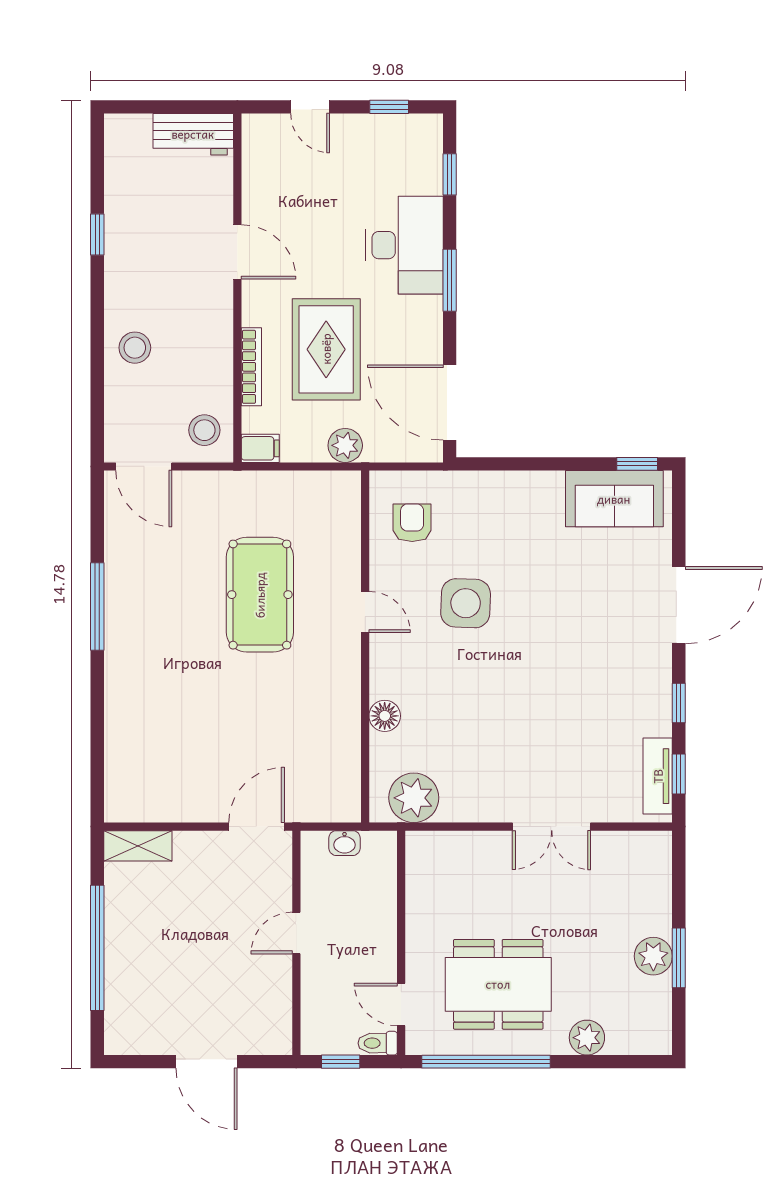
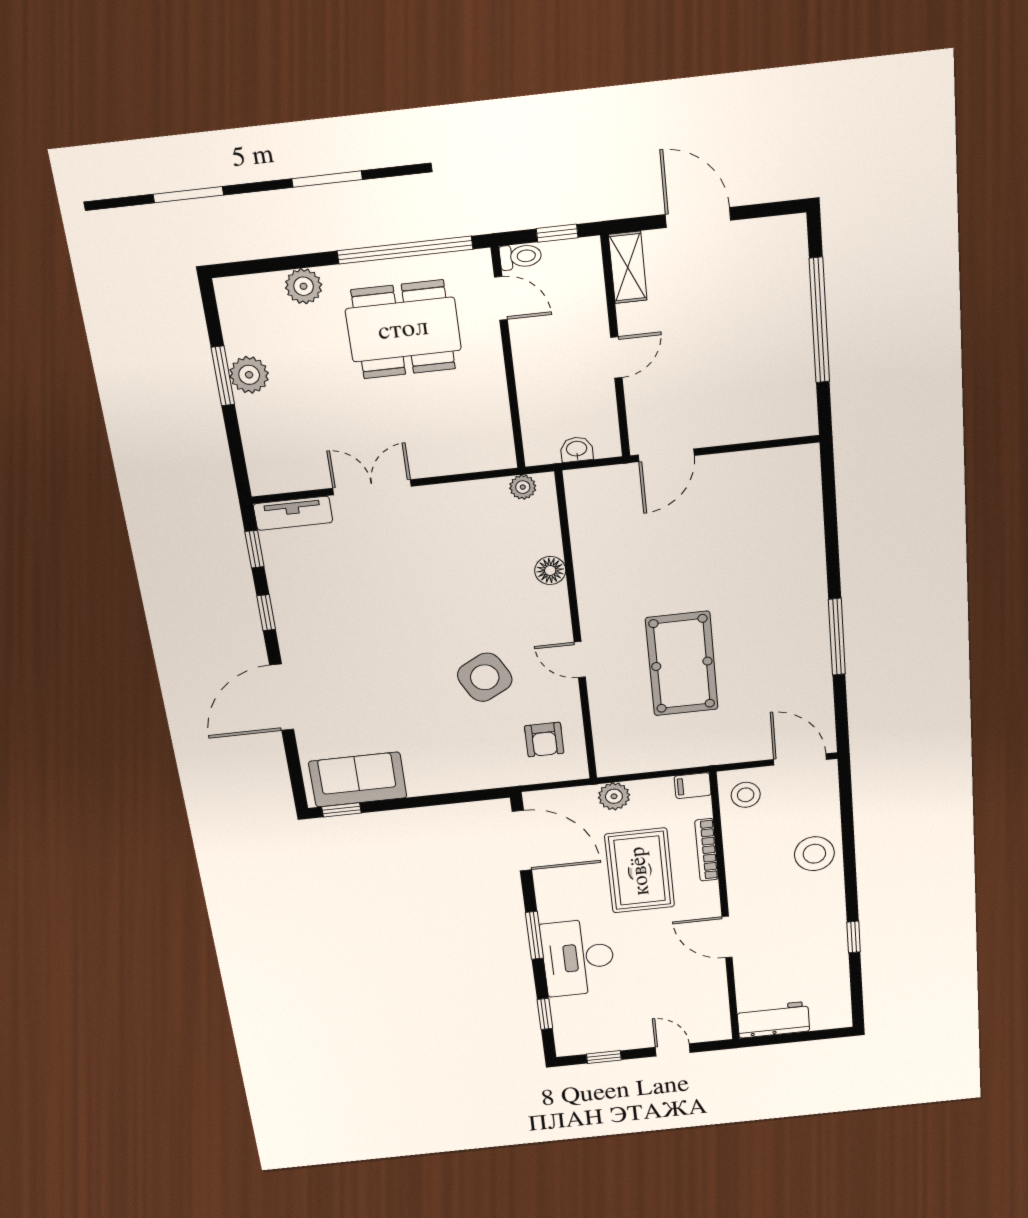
stool: (135, 348) -> (814, 854), width x1.38, depth x1.38
side table: (466, 603) -> (485, 677), turned -30
tv unit: (658, 776) -> (293, 513), moved, turned 90
plant: (414, 798) -> (523, 487), width x0.53, depth x0.53
shelving: (138, 846) -> (628, 267), moved, turned 90

